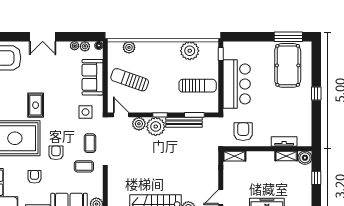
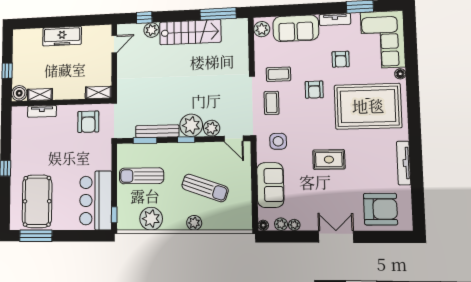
plant: (129, 47) -> (194, 223), moved
sun lounger: (130, 80) -> (205, 188), moved
bar counter: (237, 84) -> (96, 200), moved
rug: (36, 105) -> (329, 160), moved, turned 90

